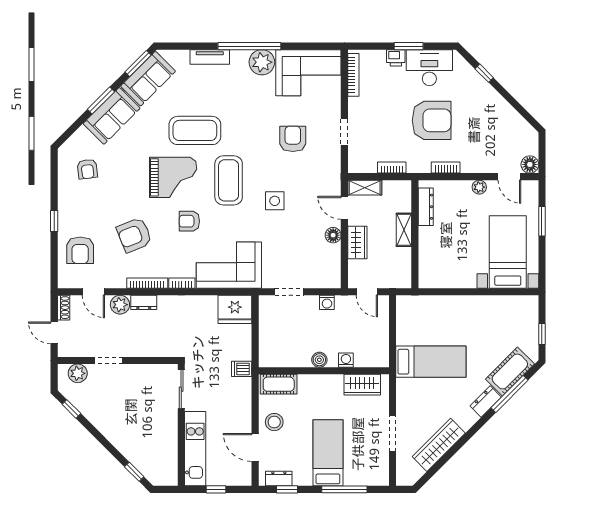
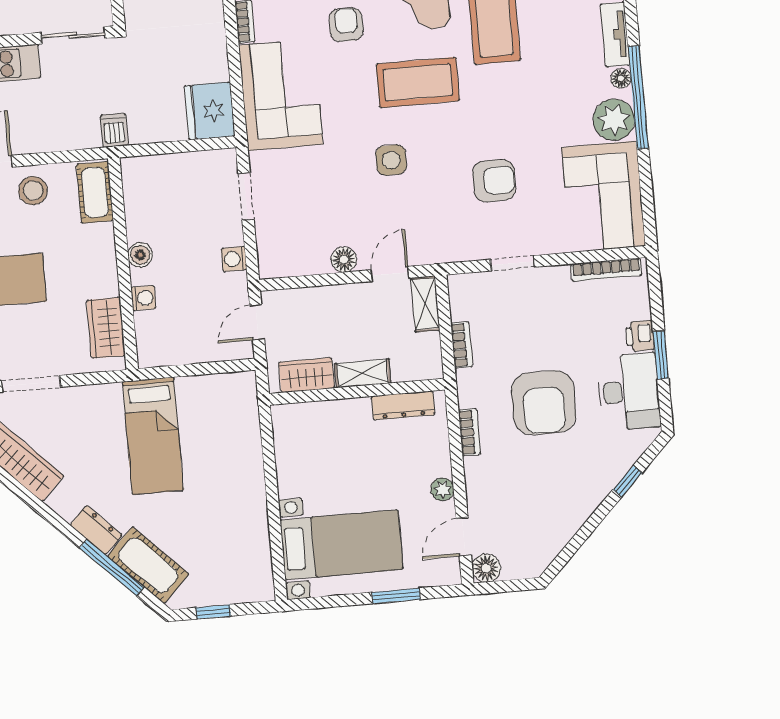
floor lamp: (237, 56) -> (621, 78), added
wardrobe: (357, 242) -> (306, 375), moved, turned 180

